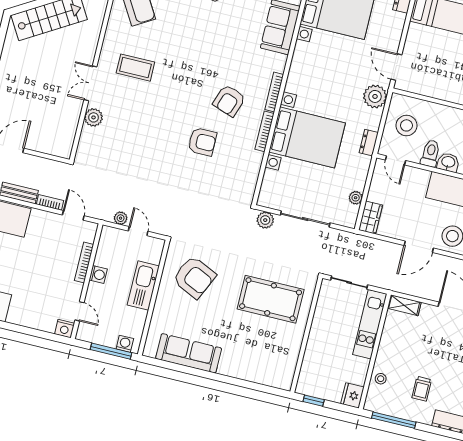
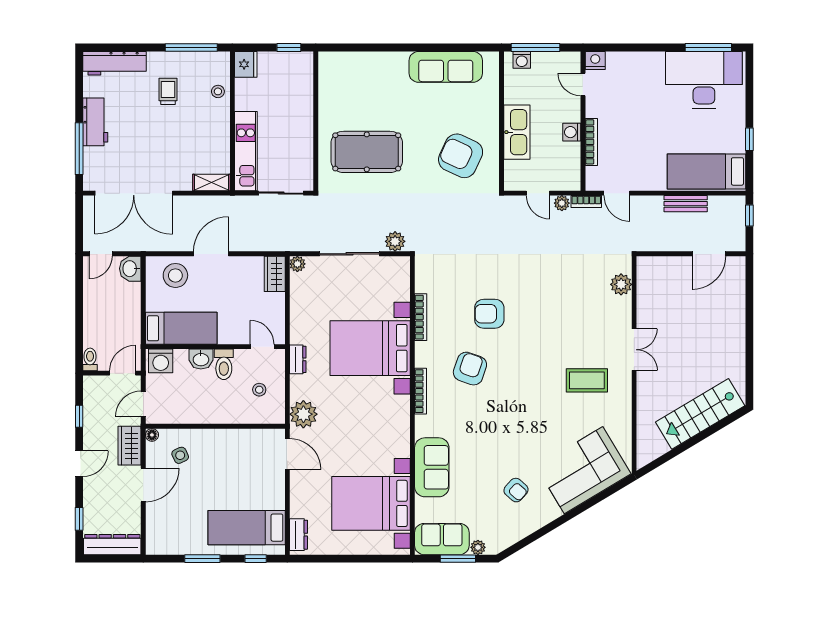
plant: (94, 117) -> (621, 284), moved
stool: (406, 125) -> (259, 390), width x0.53, depth x0.53
bookcase: (265, 131) -> (421, 317), moved
plant: (356, 198) -> (297, 264), moved
bookcase: (50, 202) -> (586, 201), moved

